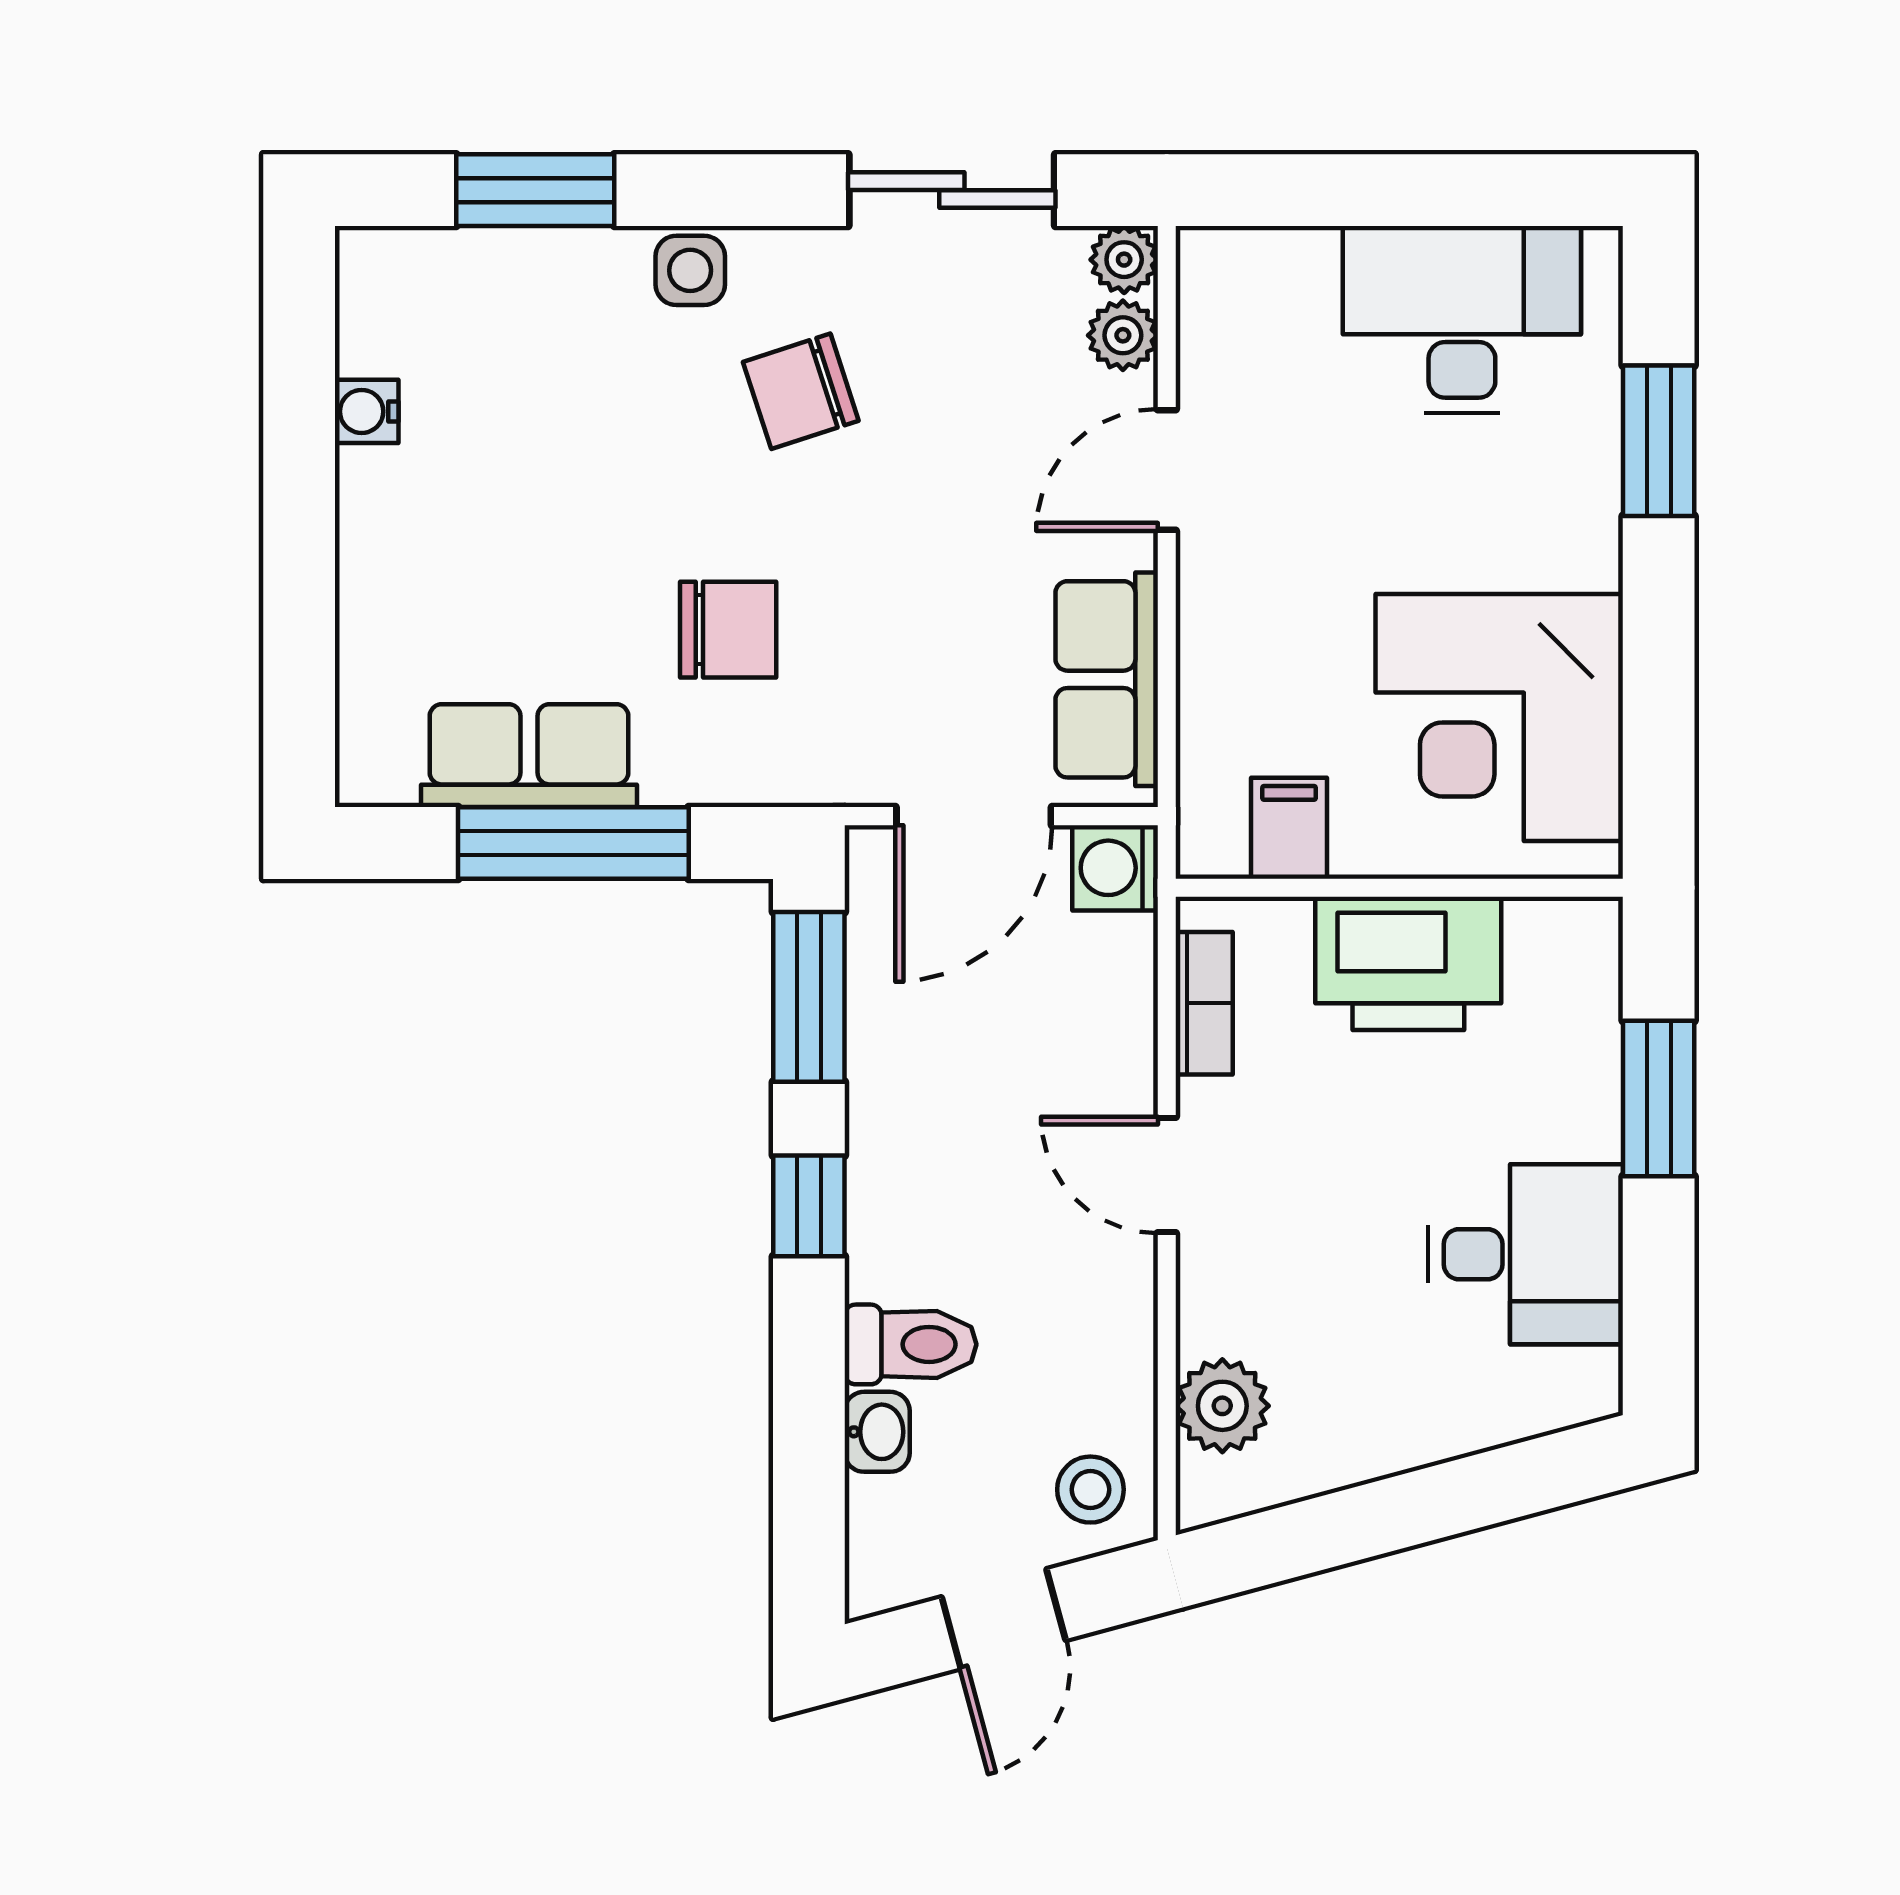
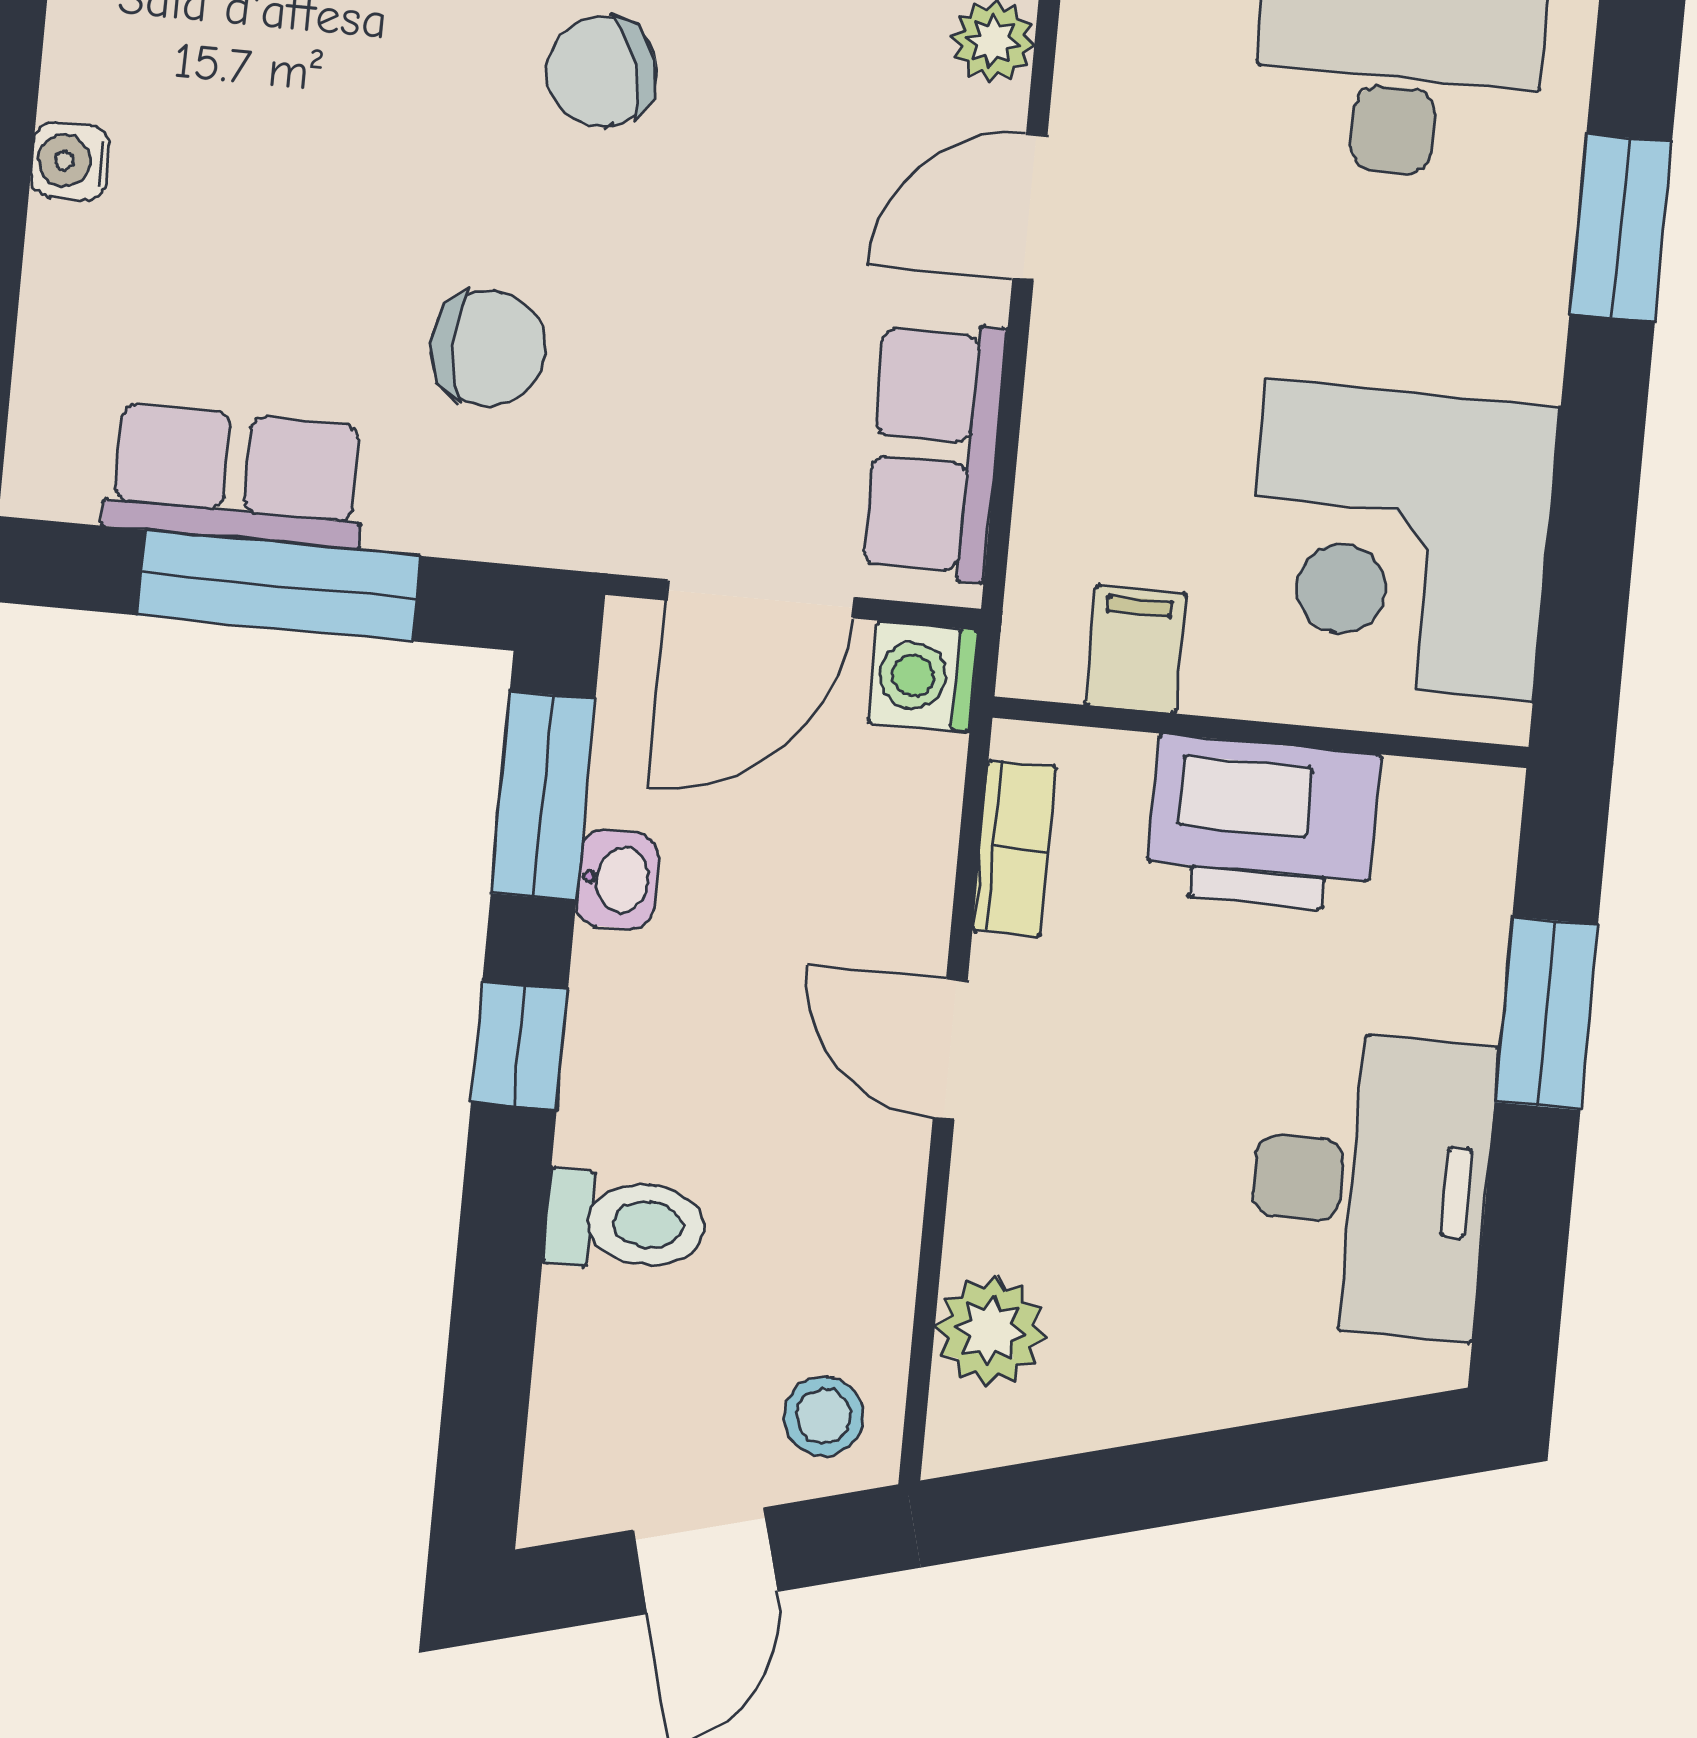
water cooler: (367, 411) -> (70, 161), moved
desk: (1526, 1254) -> (1370, 1184), width x1.37
washbasin: (877, 1432) -> (617, 879), moved

